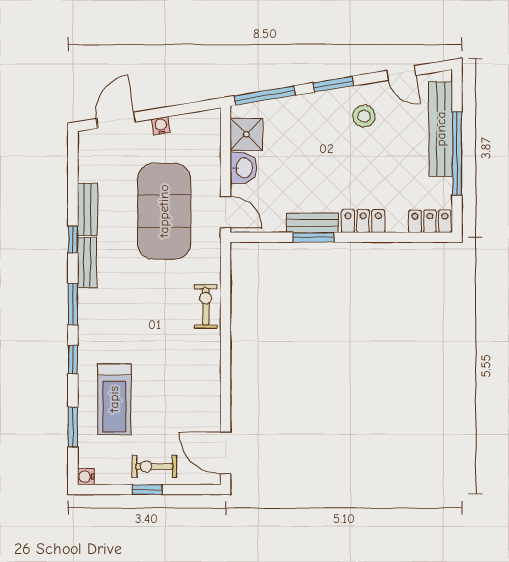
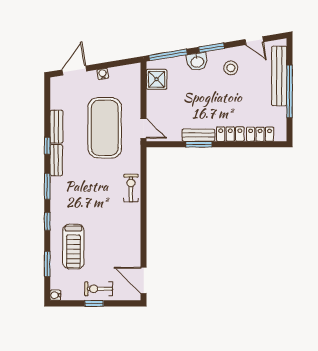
washbasin: (244, 168) -> (197, 62), moved, turned 81
locker: (430, 221) -> (260, 134), moved

